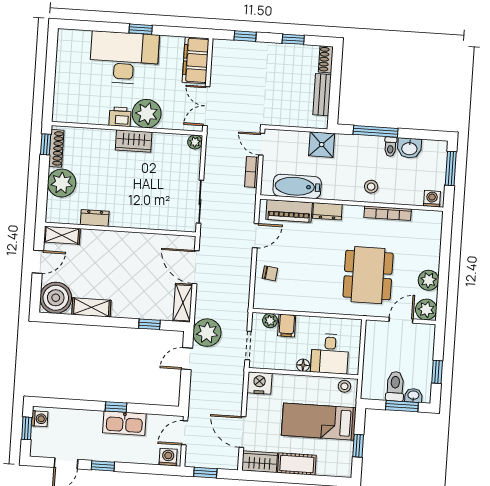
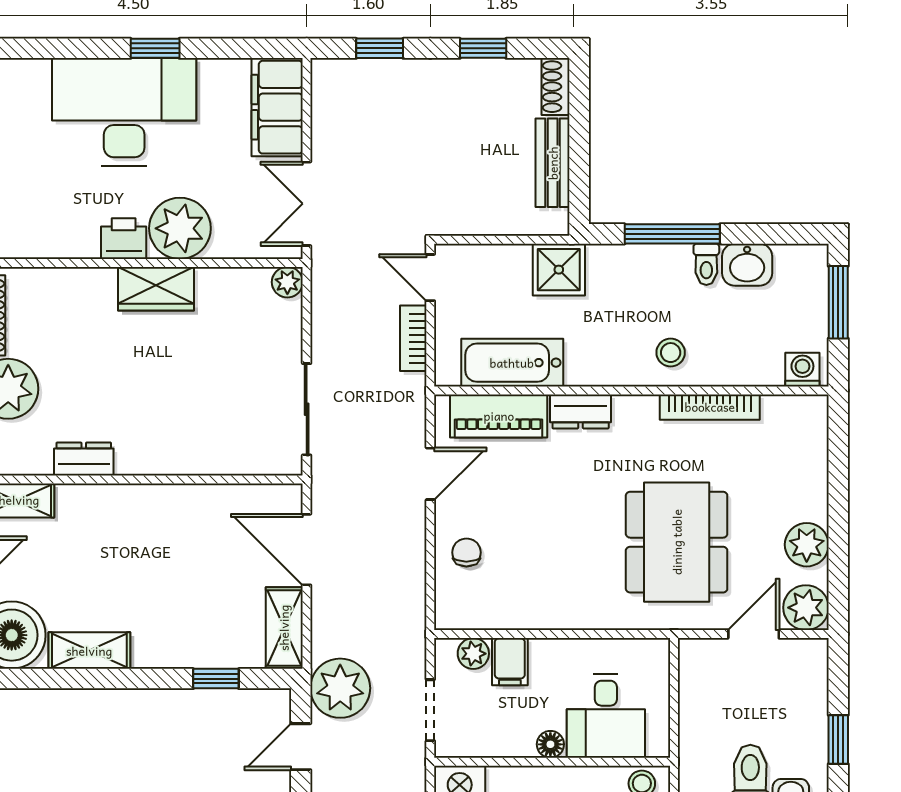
chair: (270, 273) -> (466, 552), turned -97

